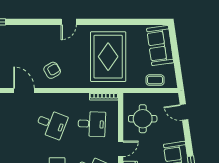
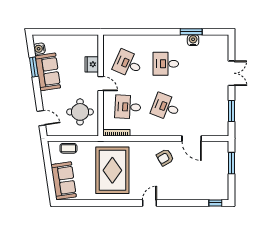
door: (121, 149) -> (101, 84), swing flipped

